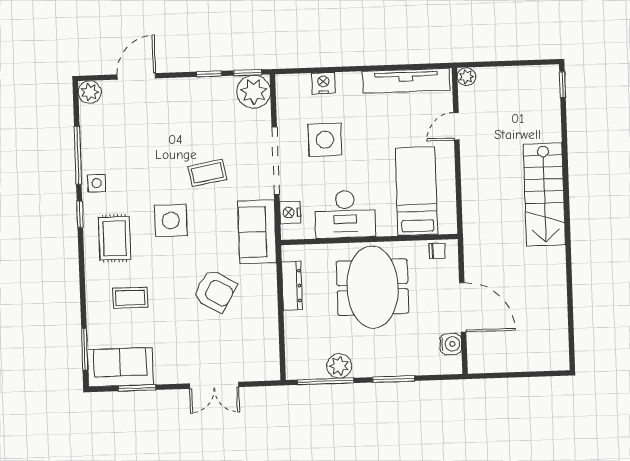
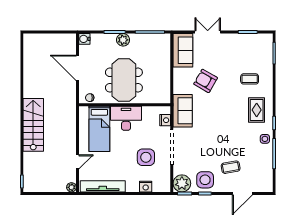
plant: (90, 92) -> (267, 186), removed
coffee table: (207, 173) -> (231, 167), moved
desk: (345, 214) -> (126, 118), moved
side table: (171, 220) -> (205, 180), moved
dresser: (292, 286) -> (166, 82), removed
water cooler: (451, 344) -> (84, 39), moved
plant: (339, 366) -> (123, 40), moved
sofa: (120, 367) -> (183, 50), moved, turned -90

